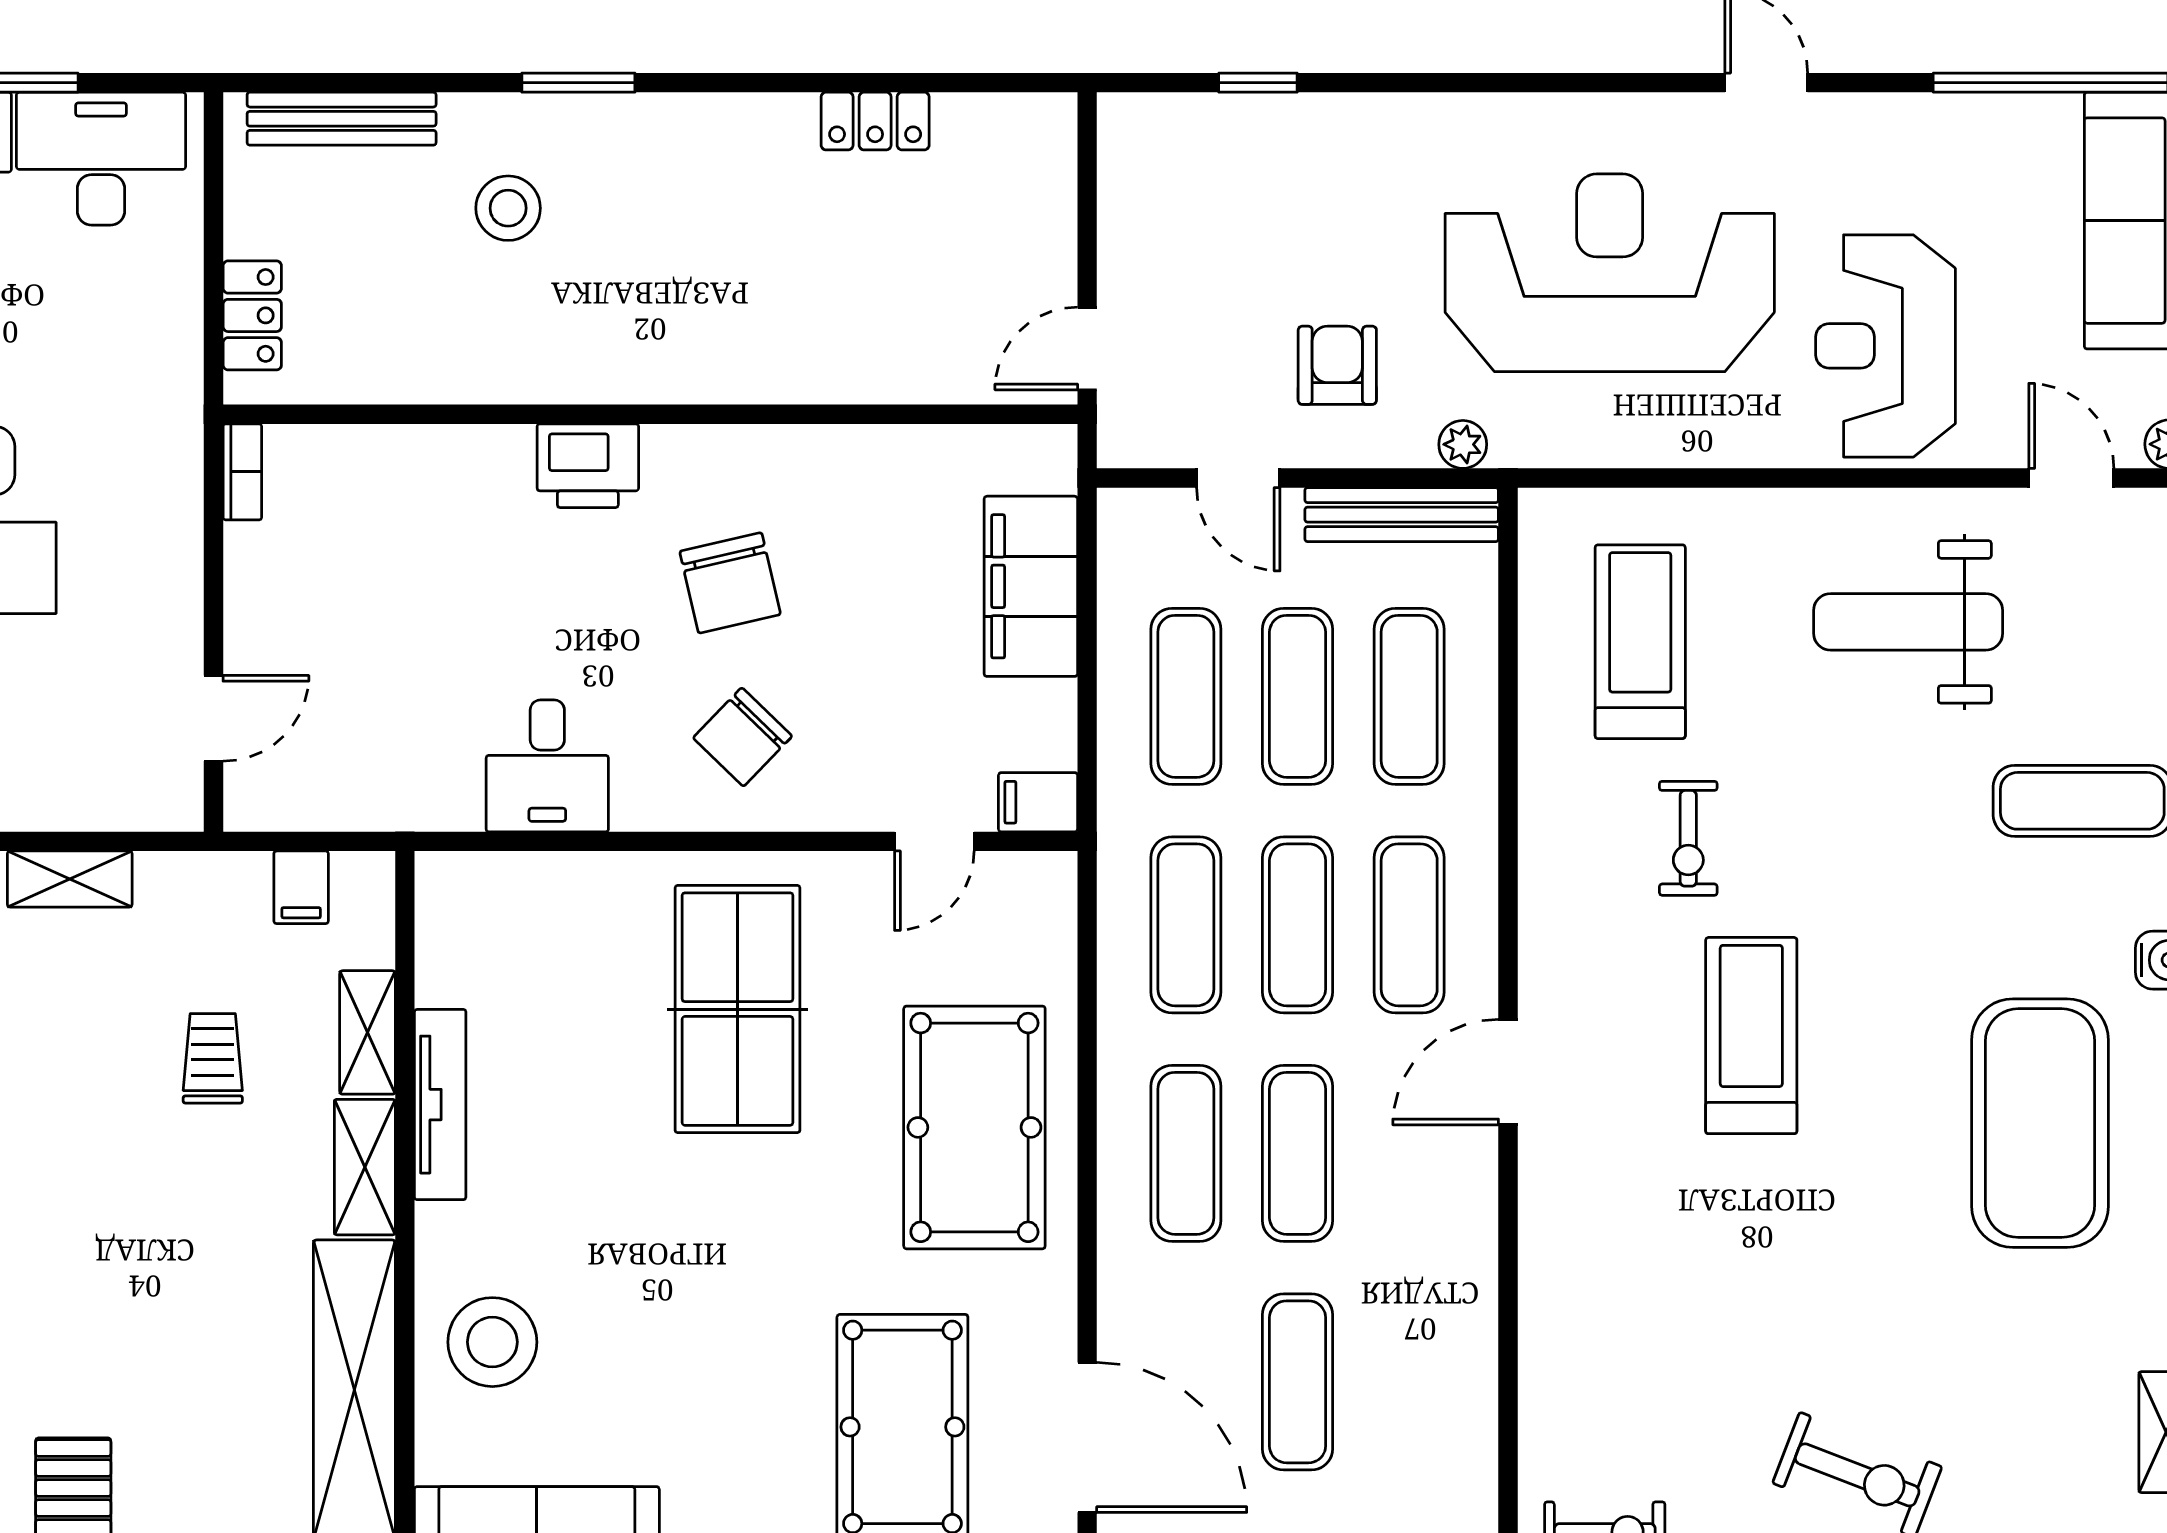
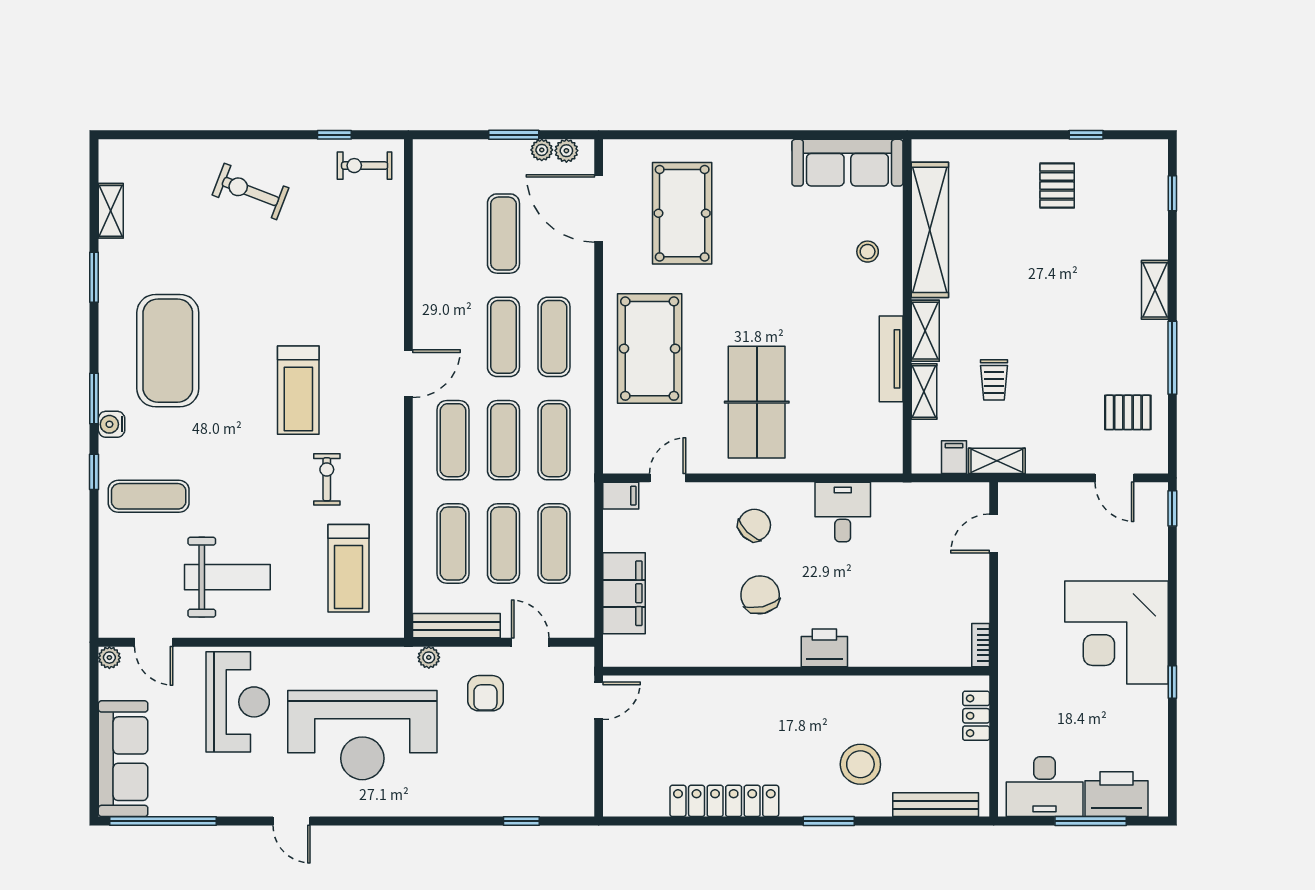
locker: (875, 121) -> (724, 801), width x2.16, depth x1.21
stool: (508, 208) -> (860, 764), width x1.38, depth x1.38
shelving: (70, 879) -> (997, 461), moved
stool: (492, 1342) -> (868, 252), width x0.53, depth x0.53

